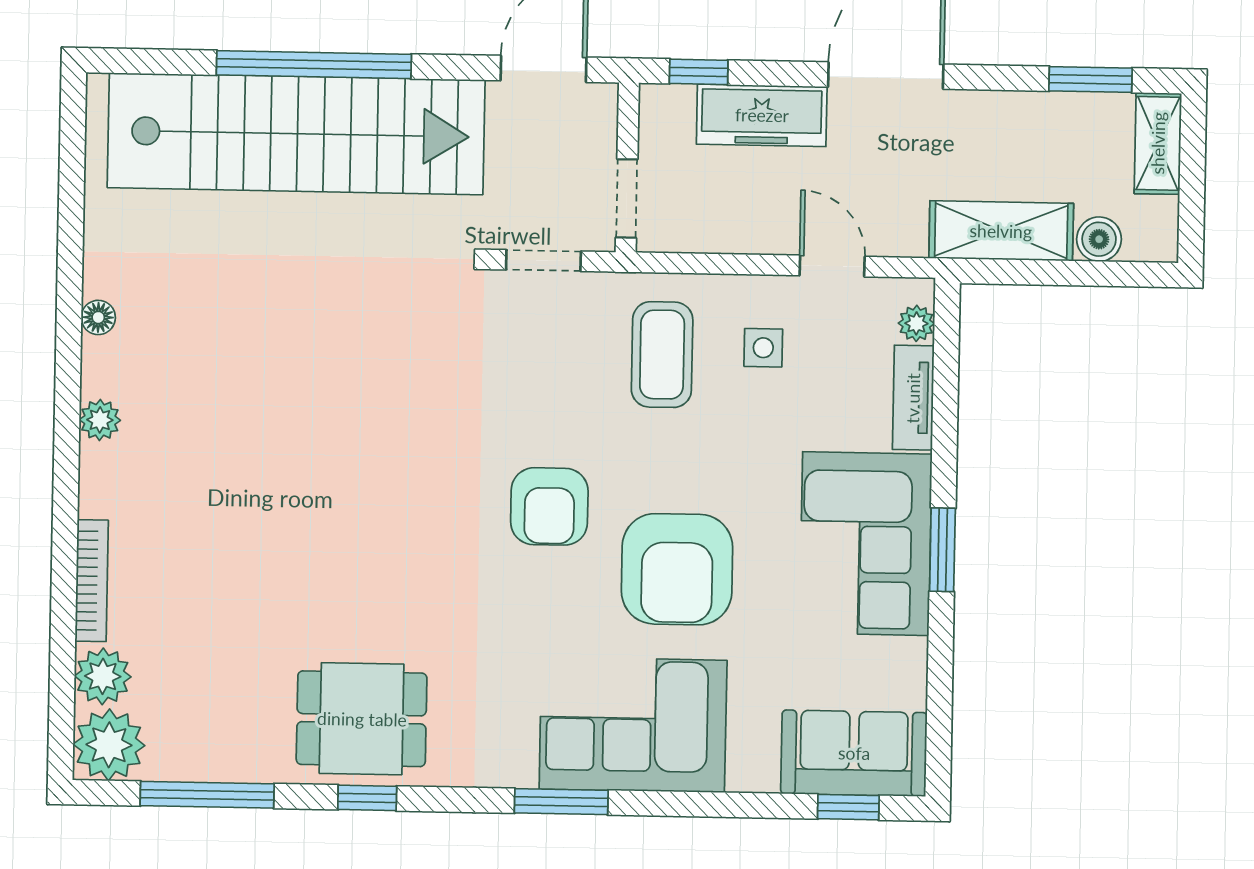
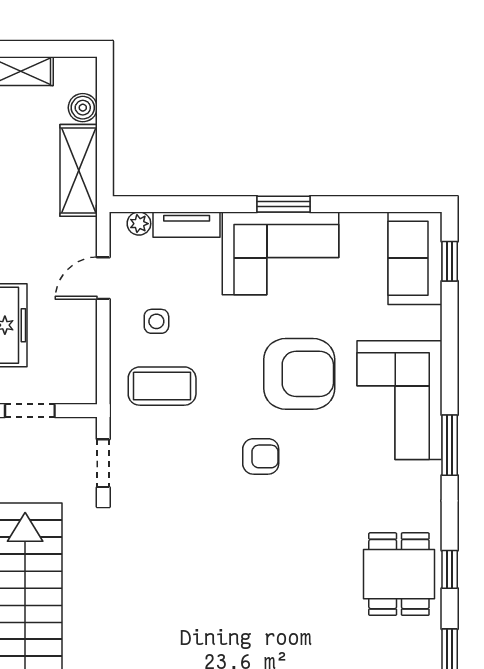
doorway: (627, 198) -> (30, 411), moved
armchair: (549, 506) -> (261, 456), width x0.72, depth x0.72

